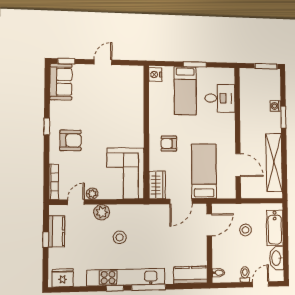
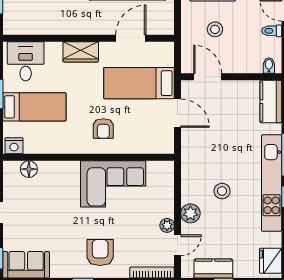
floor lamp: (137, 85) -> (29, 169), added
desk: (220, 98) -> (26, 61), moved
corner sofa: (125, 173) -> (113, 184), moved
wardrobe: (157, 185) -> (81, 52), moved, turned 180
door: (76, 202) -> (177, 245), swing flipped

